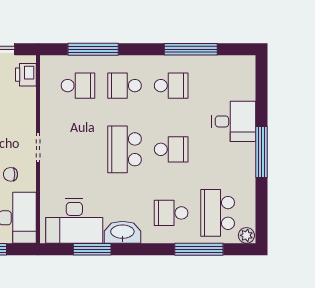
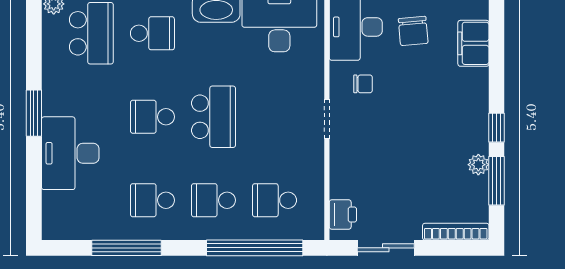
window: (93, 49) -> (255, 248), width x1.46
school desk: (125, 86) -> (213, 200), turned 180
desk: (234, 121) -> (70, 153), width x1.37
window: (262, 152) -> (34, 113), width x0.69

